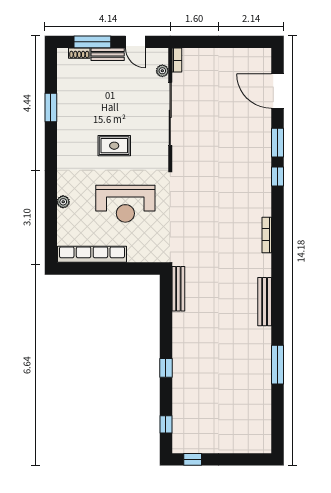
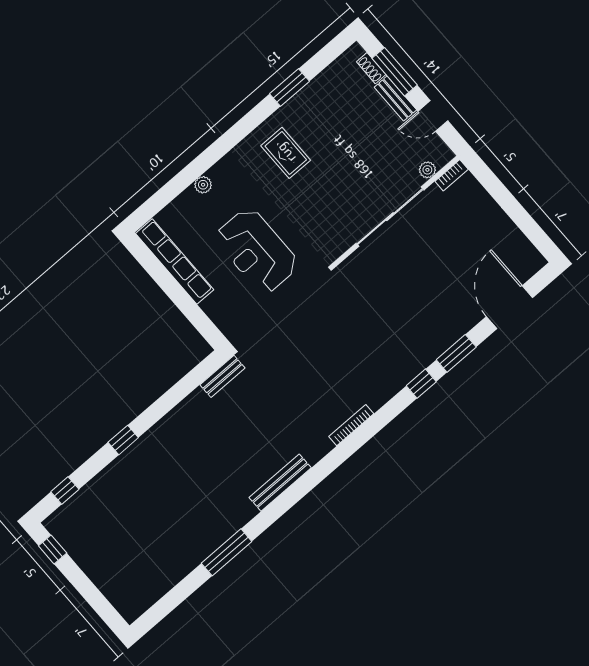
door: (135, 42) -> (433, 116), hinge flipped
rug: (114, 146) -> (286, 153), moved
bench: (178, 289) -> (222, 376), width x0.73

